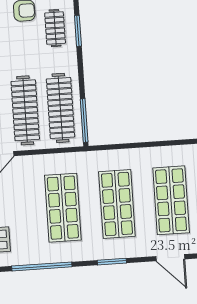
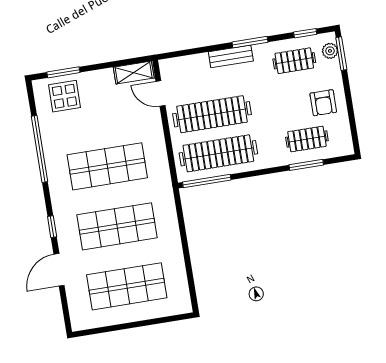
door: (170, 258) -> (59, 270), moved
window: (112, 262) -> (52, 227), width x0.67

